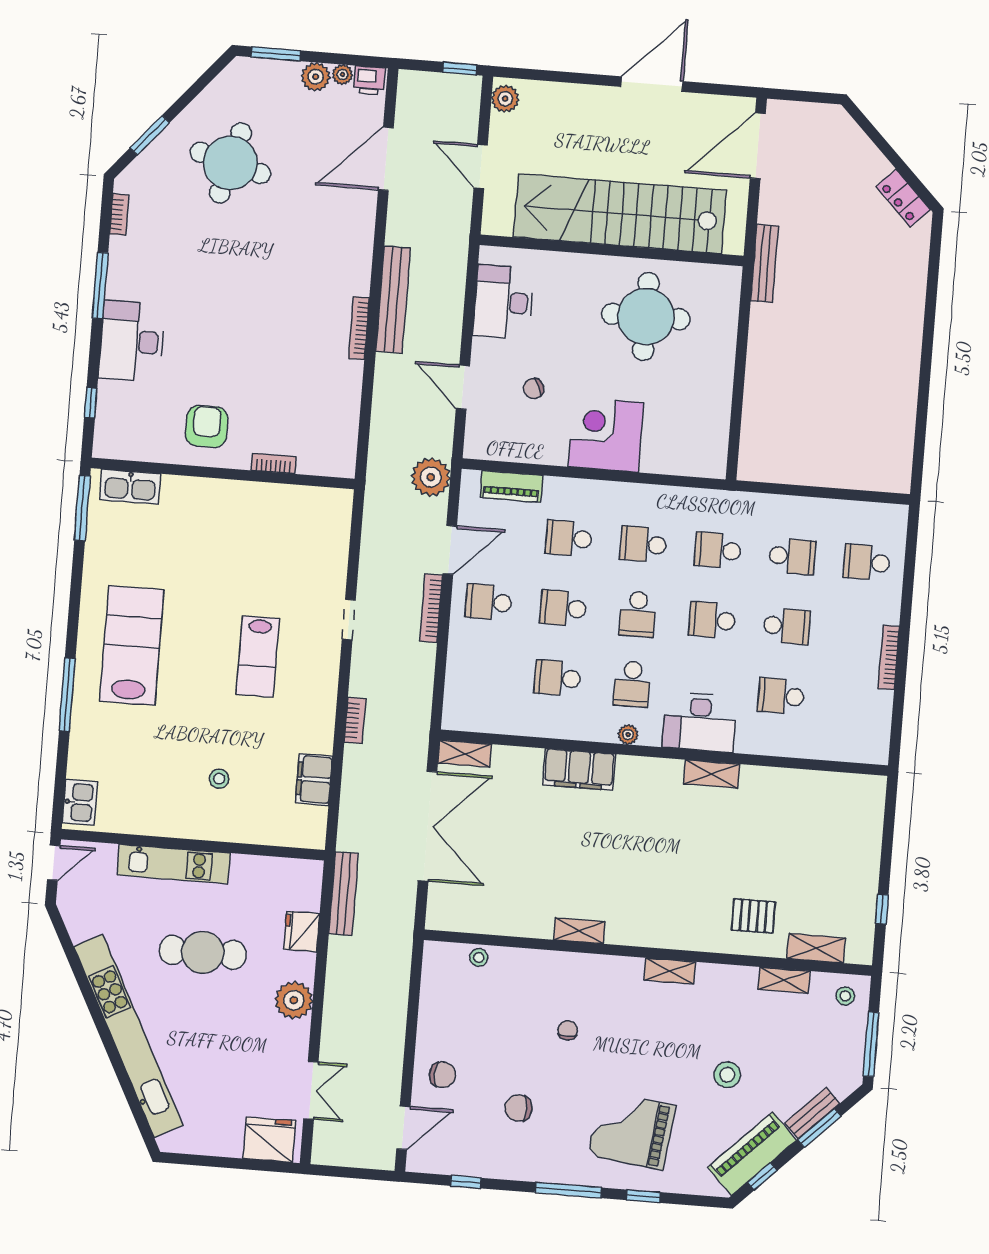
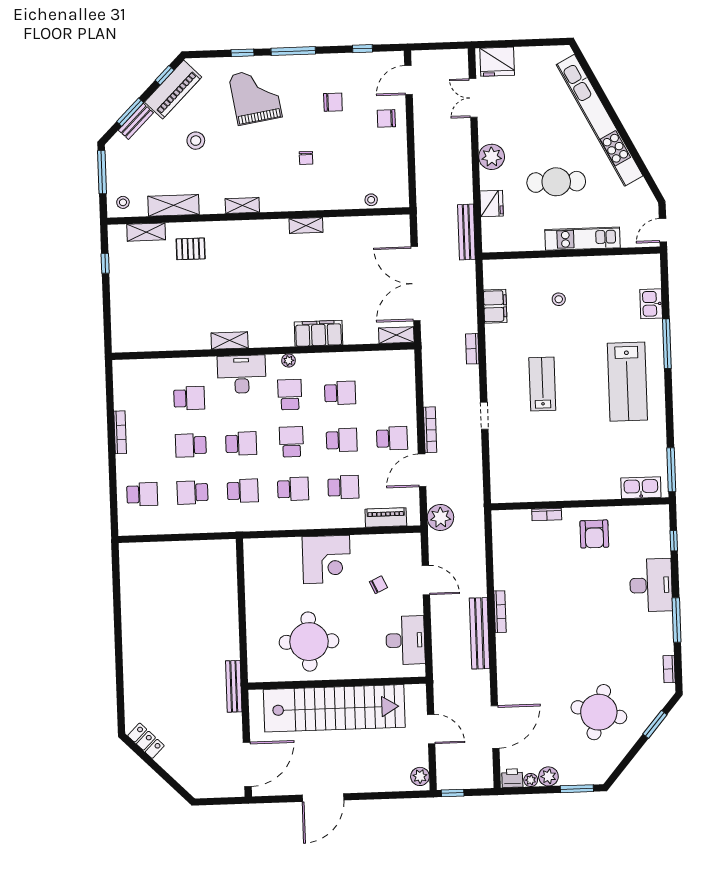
kitchen sink: (80, 802) -> (651, 304), moved
shelving: (784, 980) -> (173, 205), width x1.50, depth x1.33
grand piano: (632, 1130) -> (255, 96), turned -106

